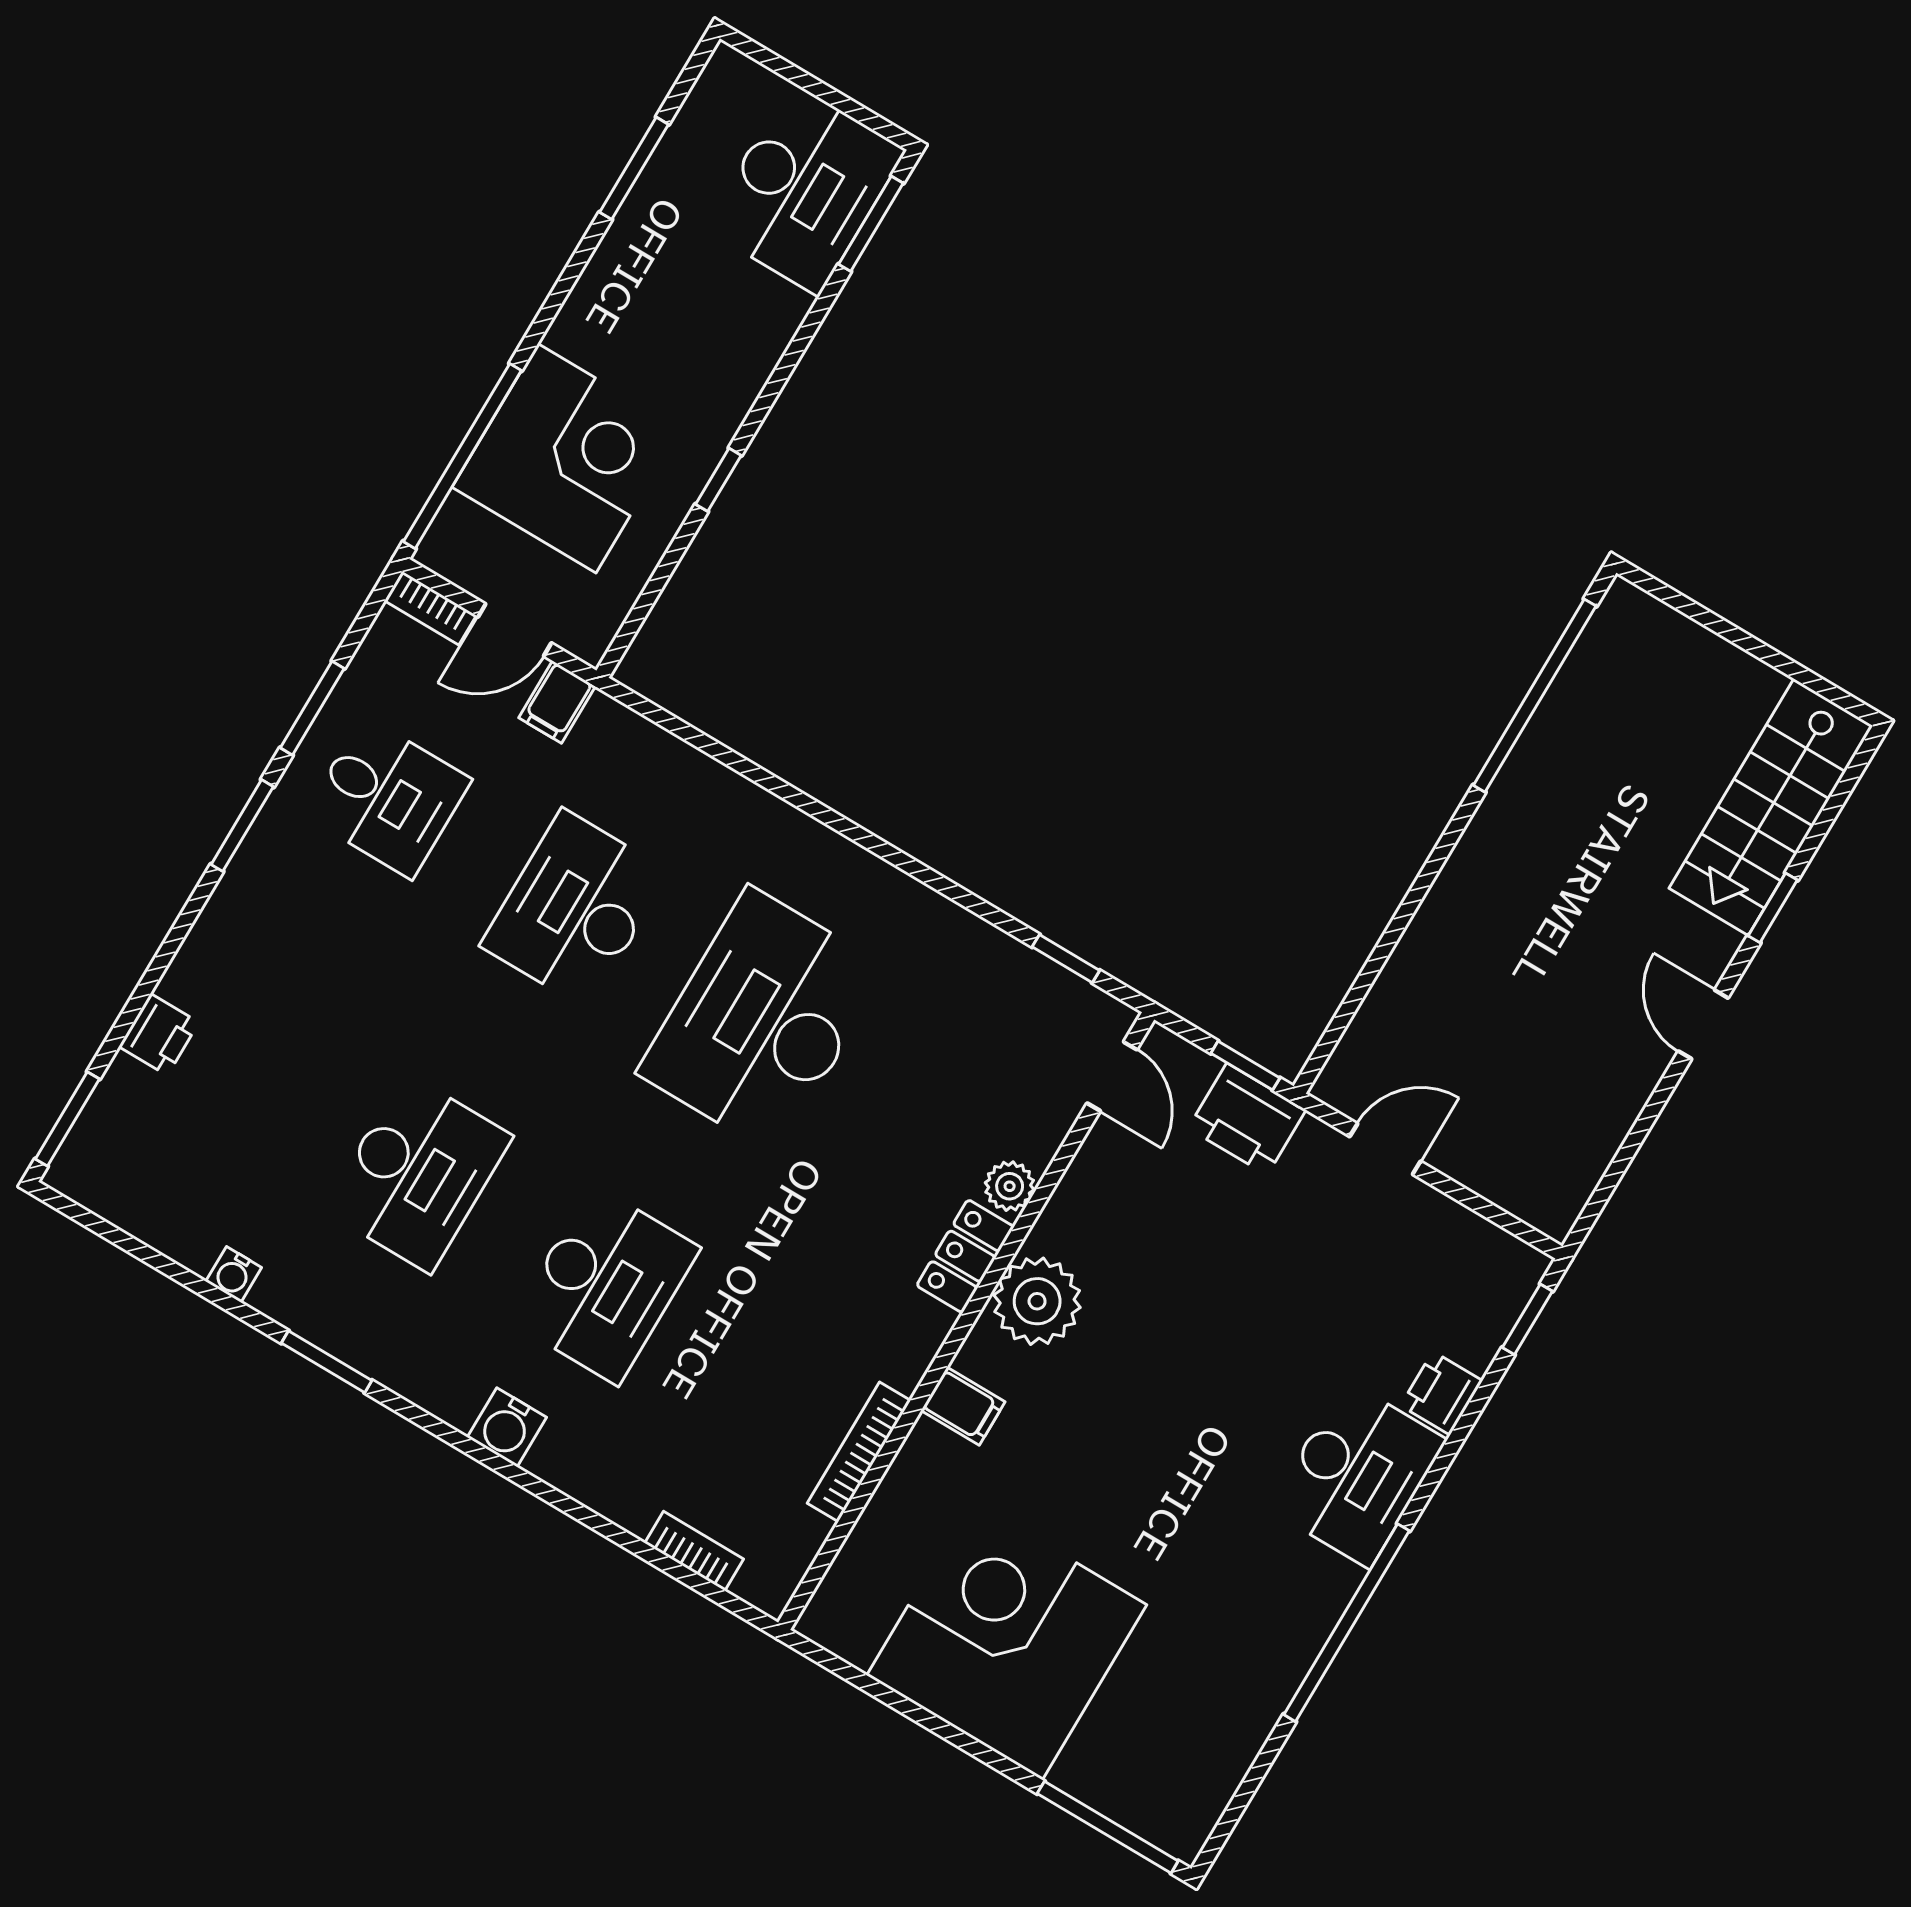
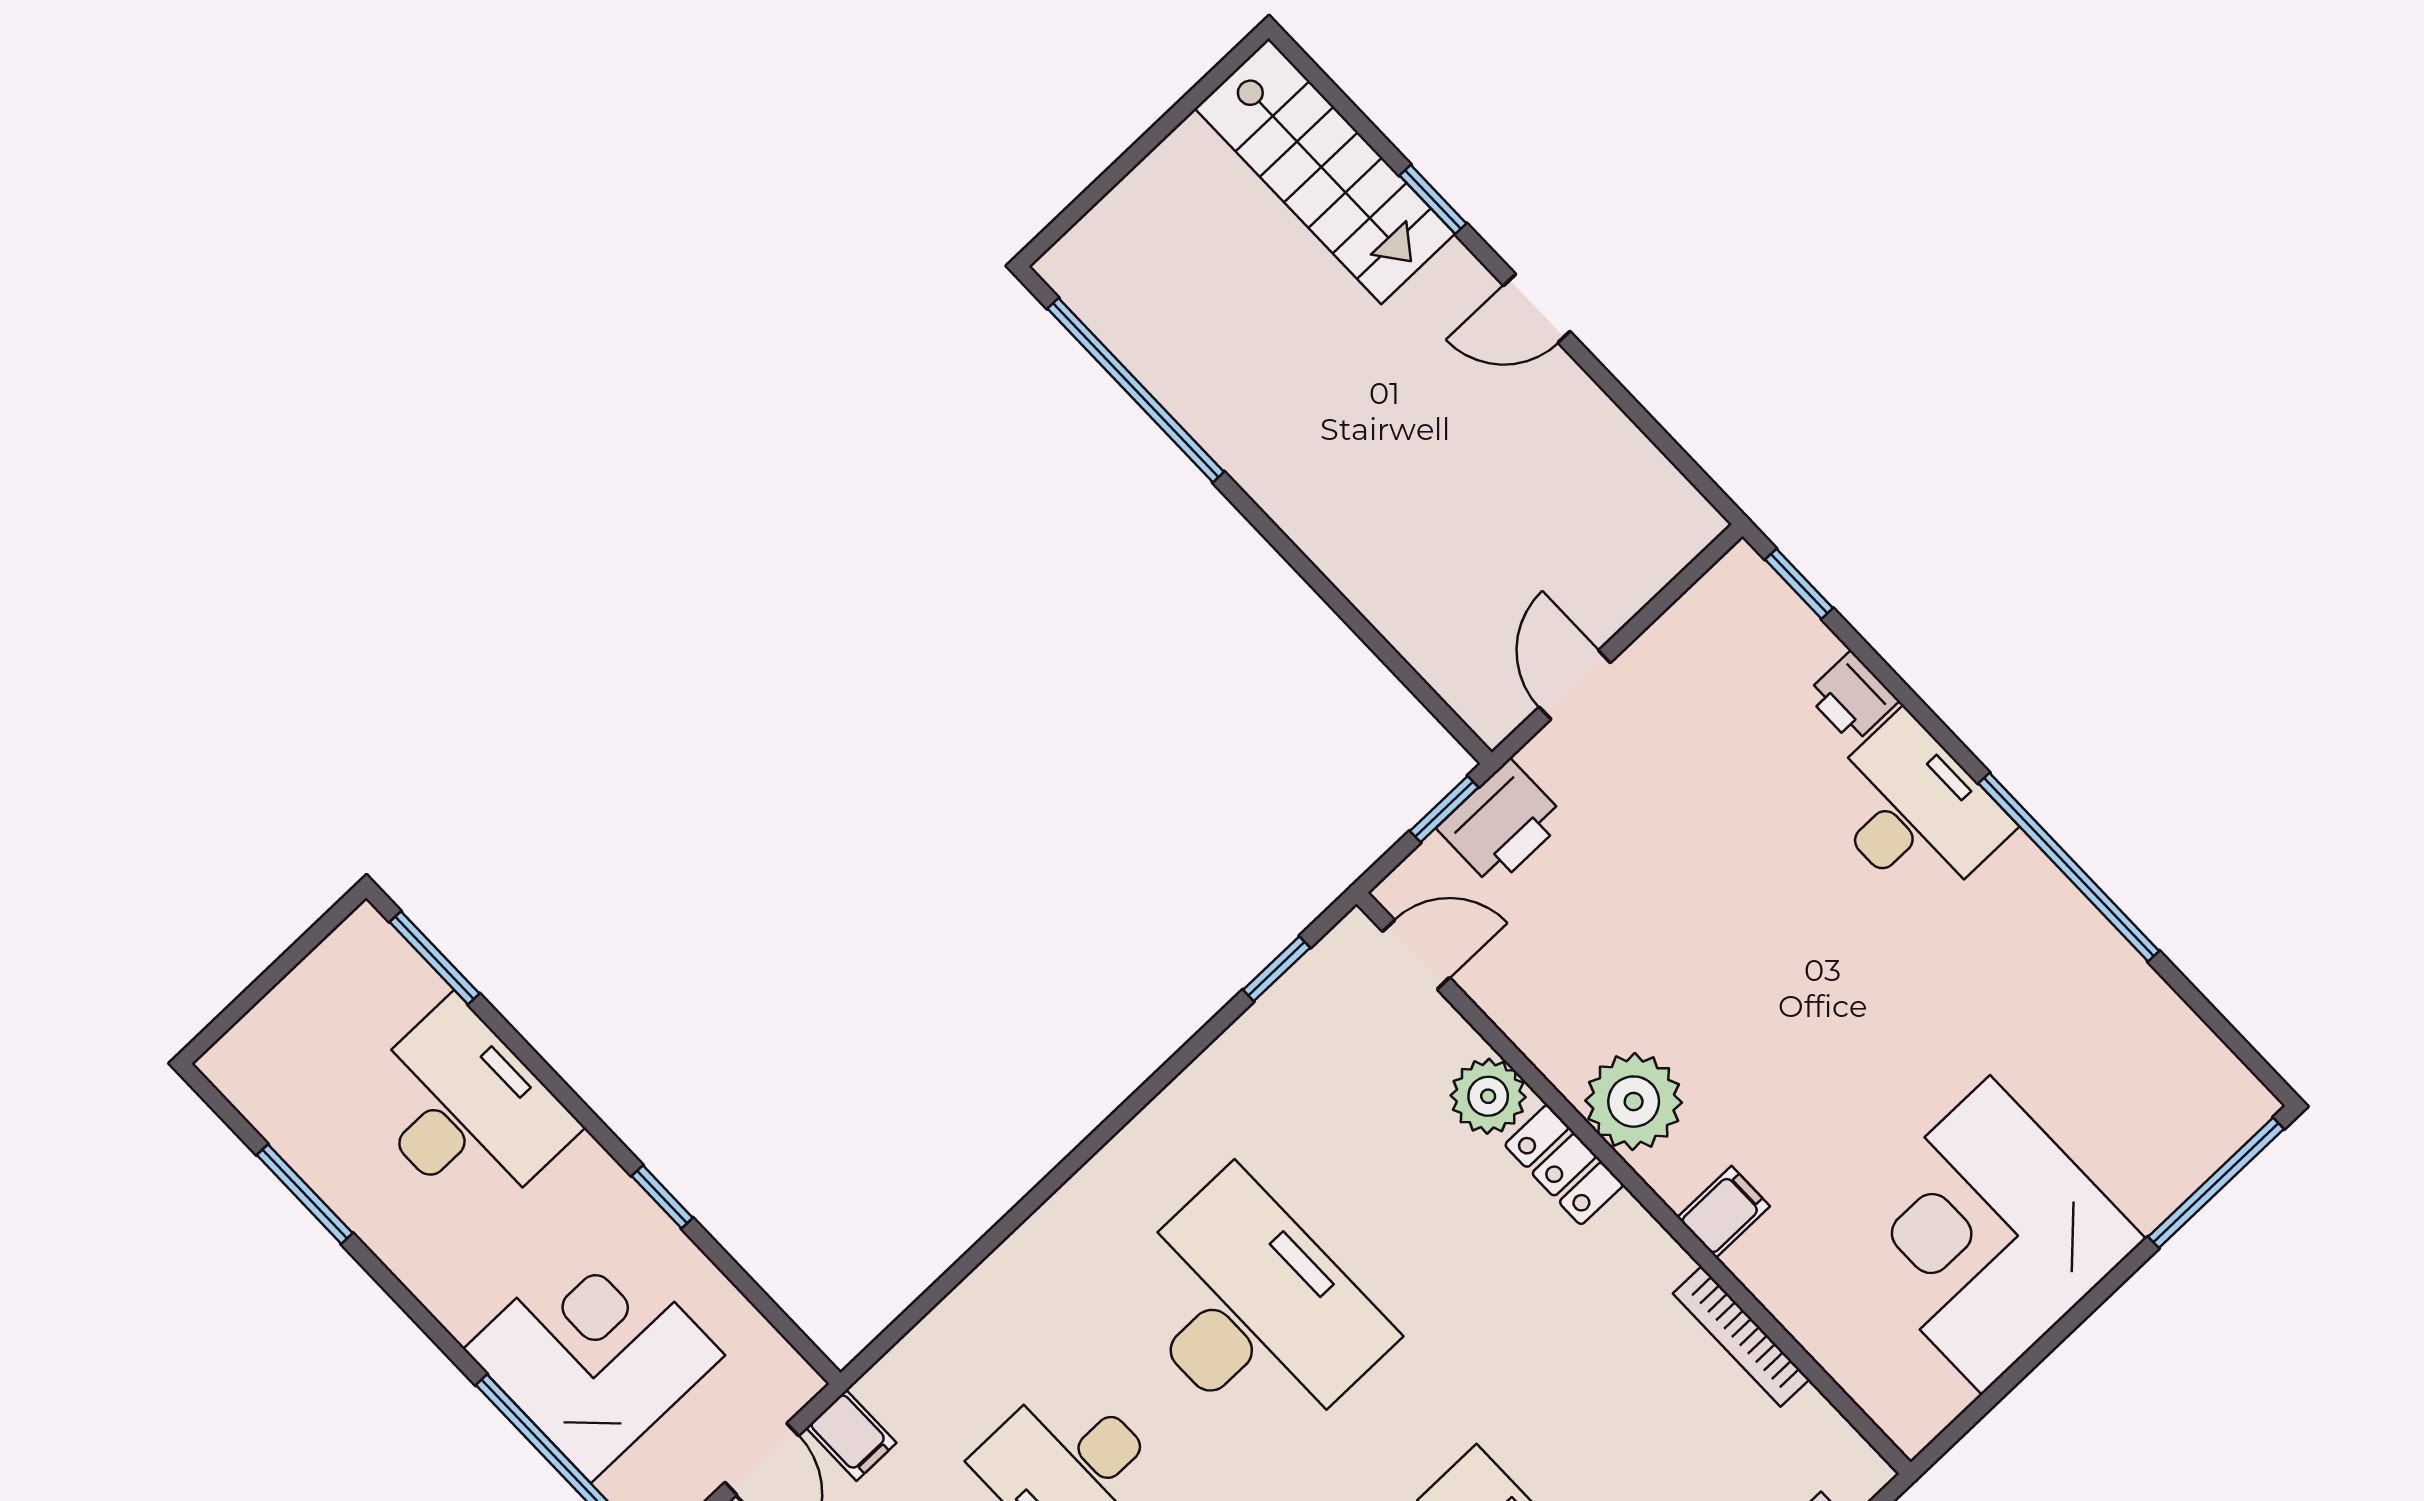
desk: (805, 189) -> (466, 1110), moved
desk: (763, 1021) -> (1253, 1311), turned 180
plant: (1010, 1186) -> (1488, 1096), width x1.38, depth x1.38

